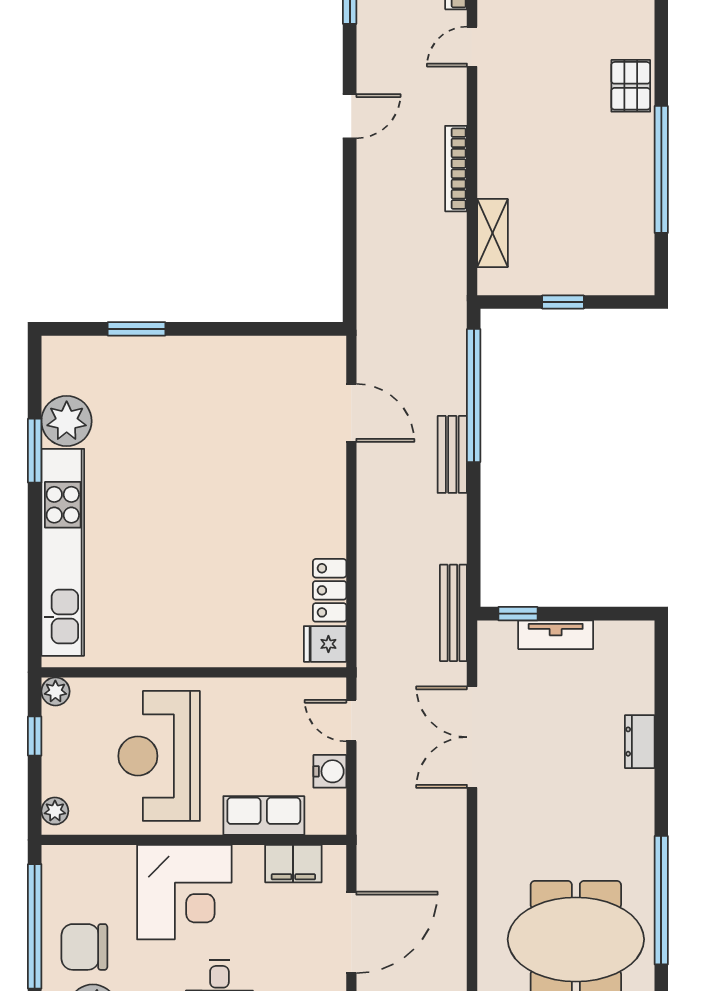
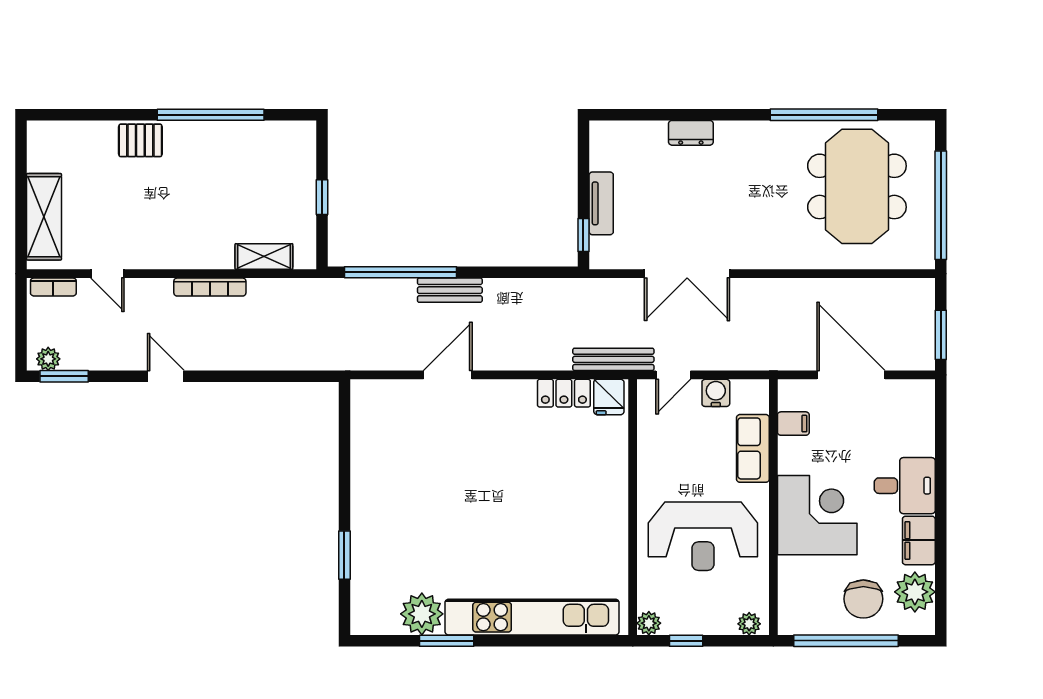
door: (351, 413) -> (448, 375), moved
bench: (453, 613) -> (613, 359), moved
filing cabinet: (293, 864) -> (793, 424), width x0.50

